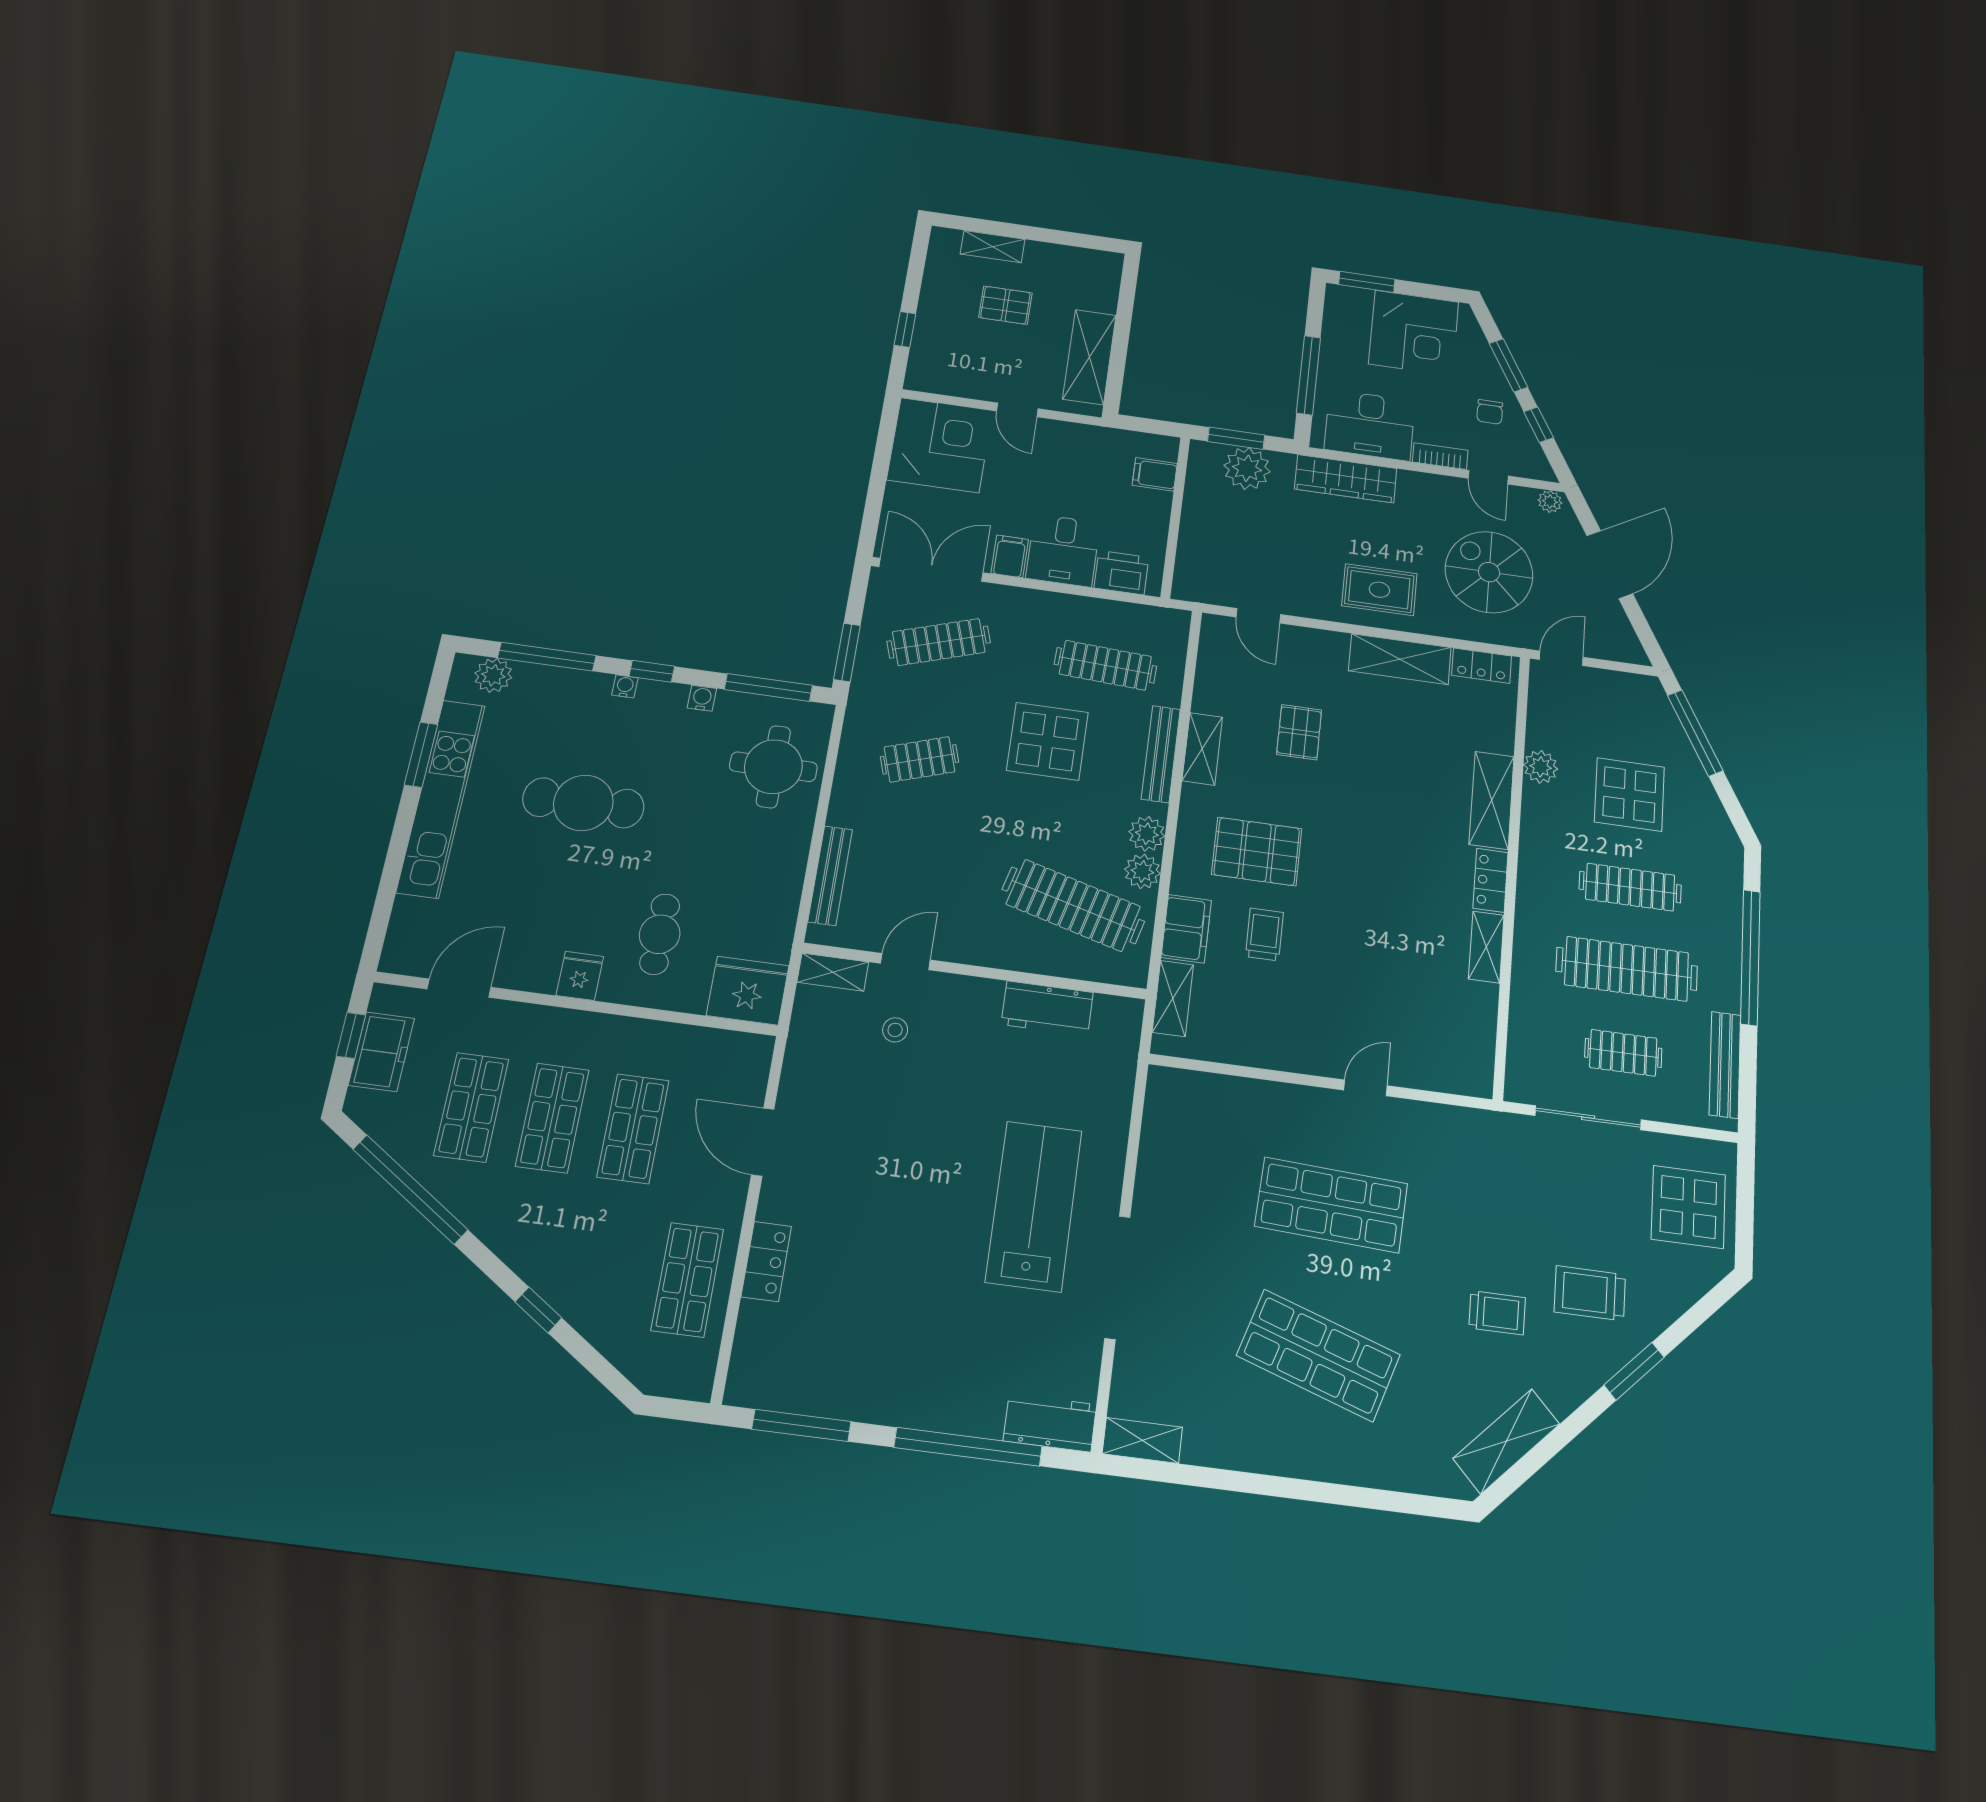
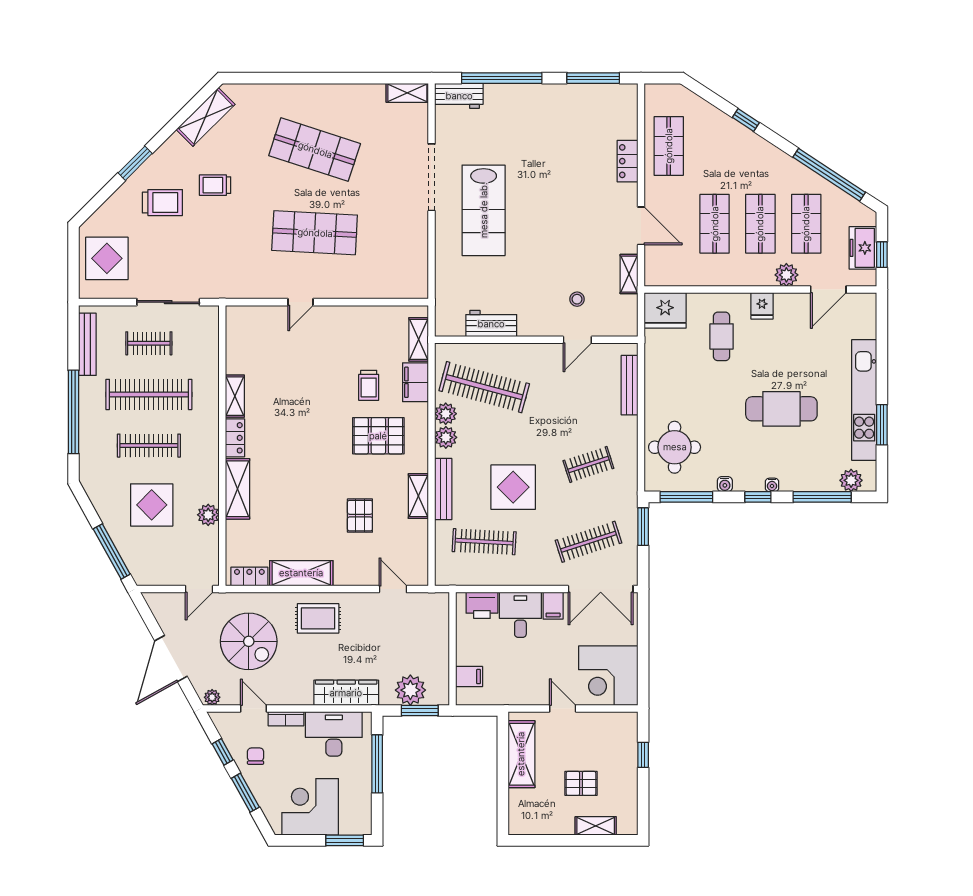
shelving: (833, 972) -> (629, 274), moved, turned 90
plant: (526, 1023) -> (786, 275), added

